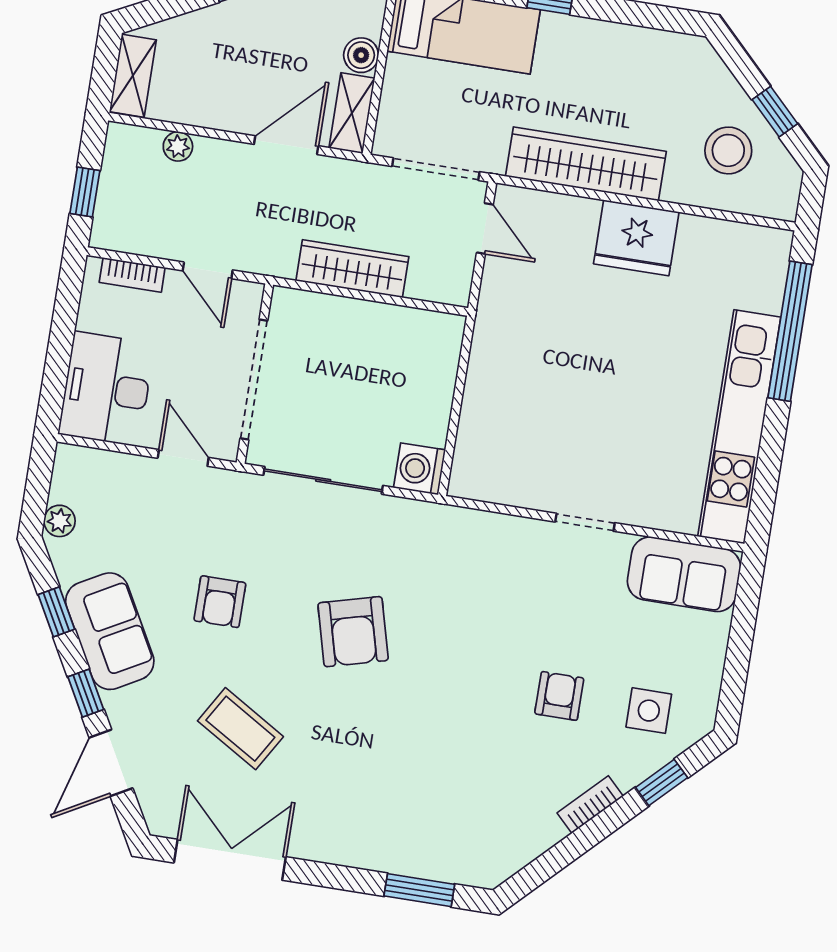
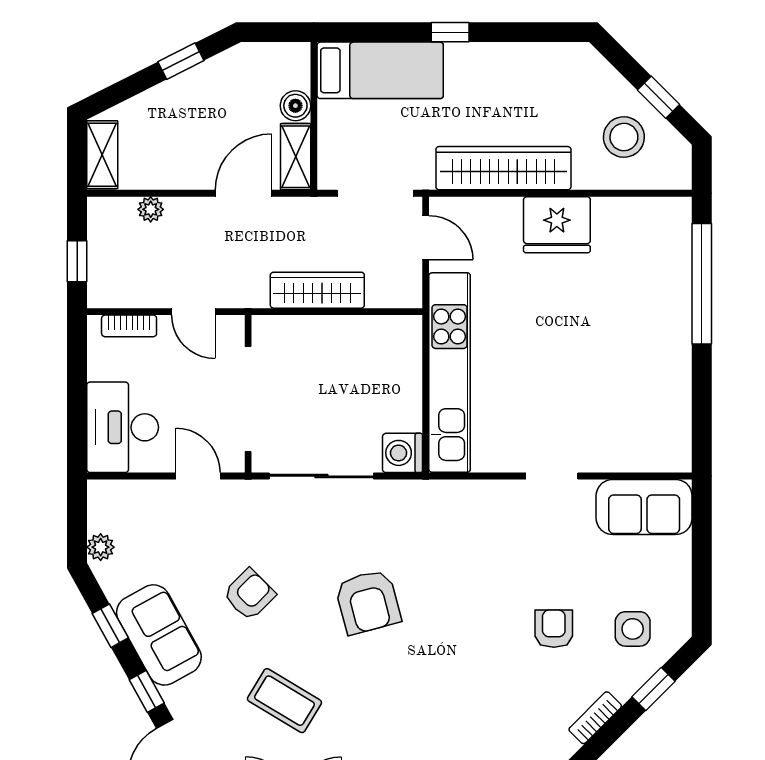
kitchen unit: (739, 427) -> (450, 373), moved, turned 180
armchair: (220, 602) -> (249, 594), turned -135

